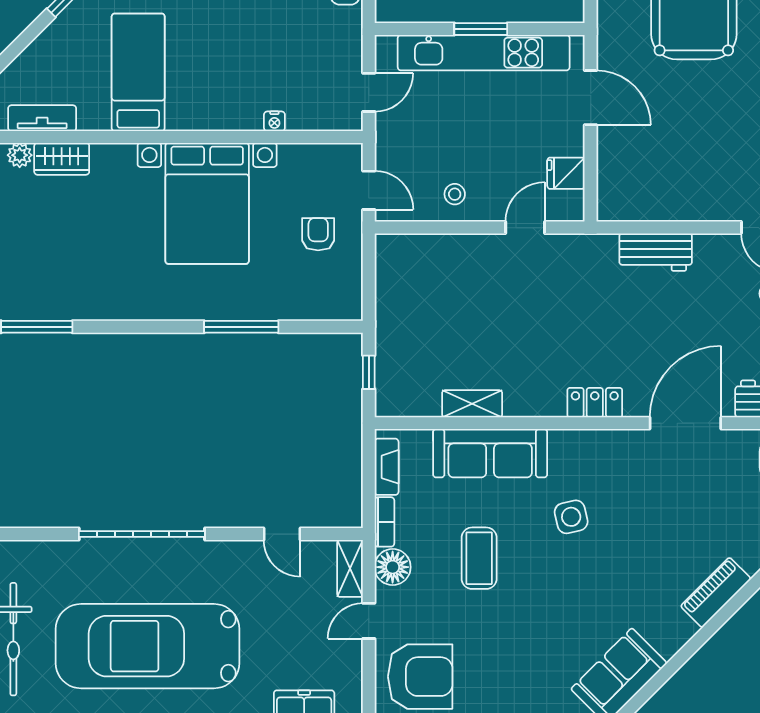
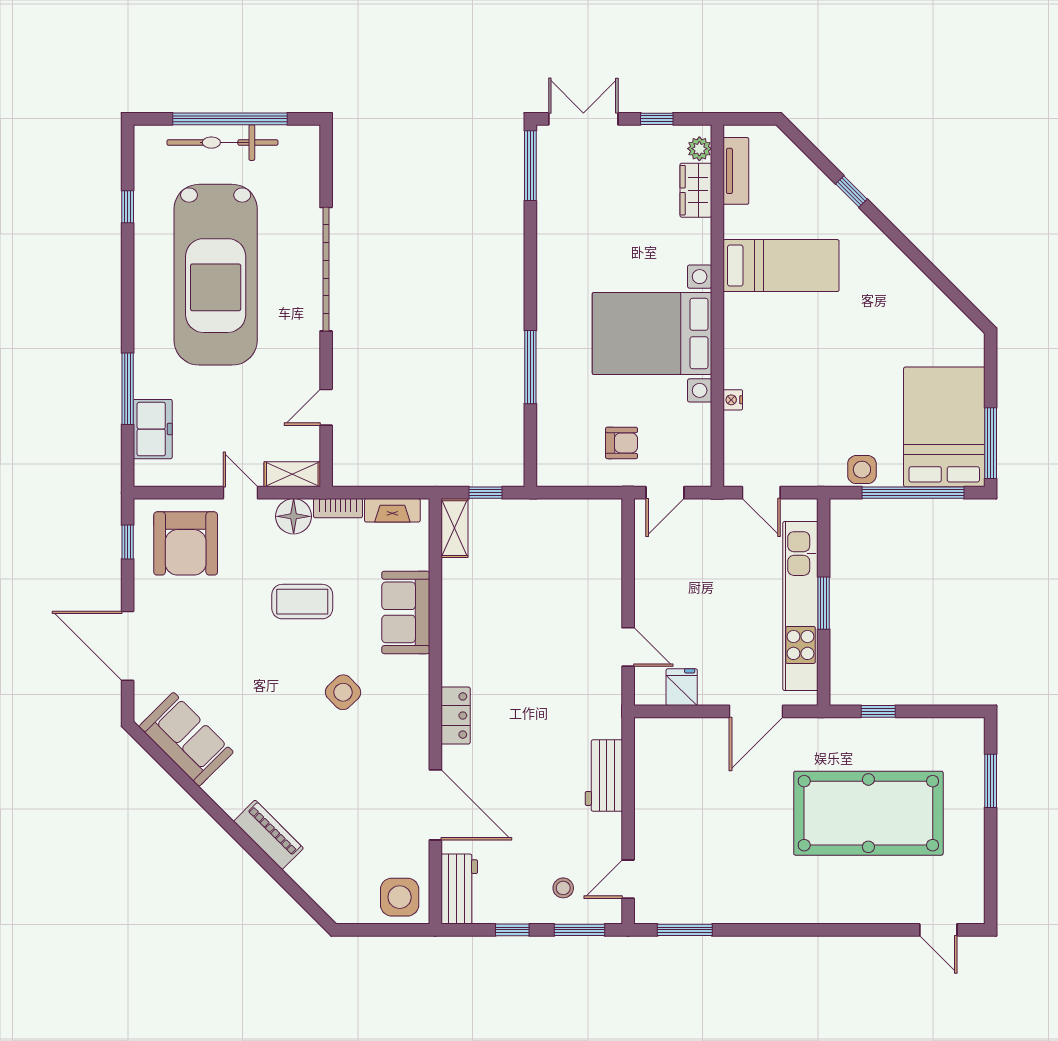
stool: (455, 194) -> (661, 577), removed
shelving: (472, 404) -> (454, 528), moved
sofa: (490, 453) -> (406, 612), width x0.73
side table: (571, 517) -> (343, 692), turned -31
car: (147, 646) -> (216, 275), turned 180

